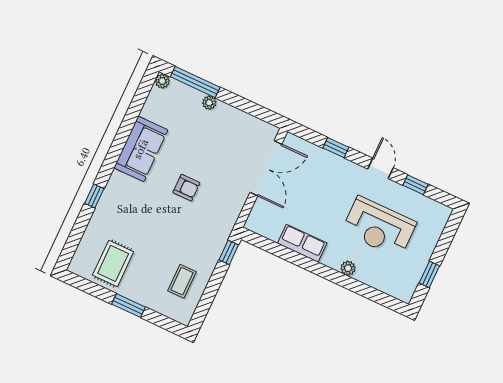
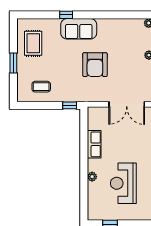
sofa: (141, 149) -> (79, 29), moved
armchair: (186, 188) -> (95, 65), width x1.88, depth x1.88
rug: (113, 263) -> (33, 43), turned 90

